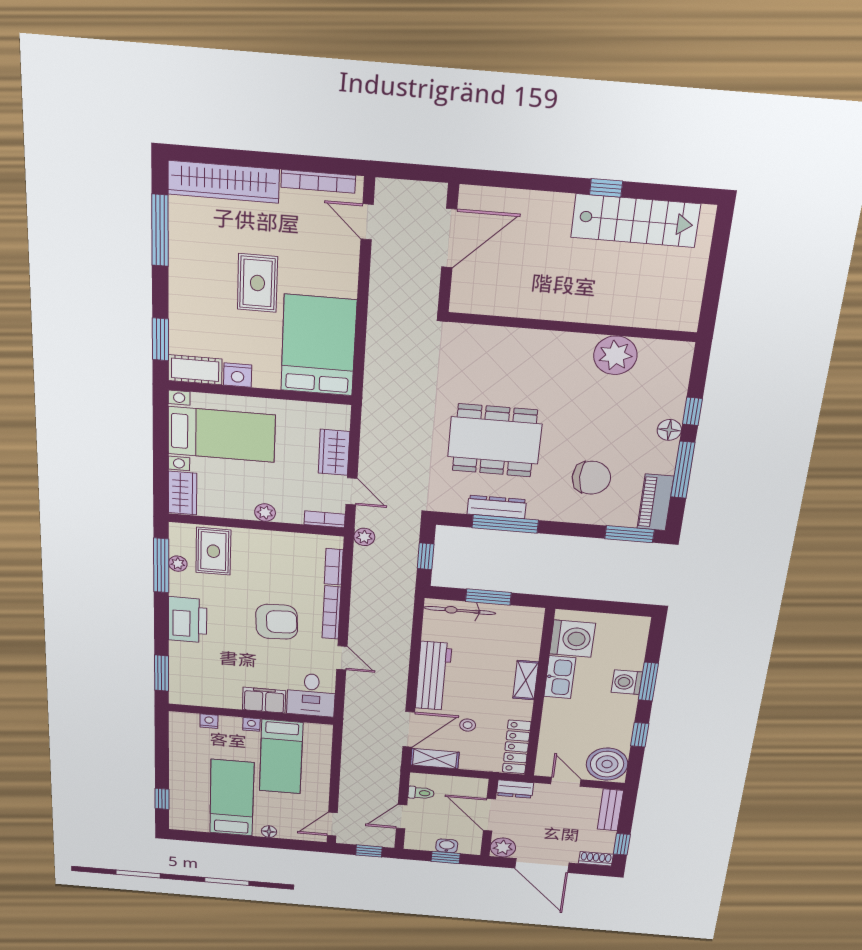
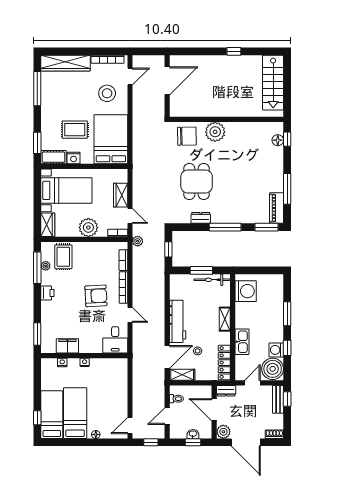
stairs: (636, 221) -> (273, 83), moved, turned 90
door: (367, 222) -> (130, 76), swing flipped
stool: (314, 253) -> (107, 93), added
rug: (257, 283) -> (75, 130), moved, turned 90
plant: (615, 355) -> (215, 132), moved
window: (692, 411) -> (287, 139), moved
floor lamp: (669, 430) -> (278, 140), moved
dining table: (495, 440) -> (197, 181), width x0.73
chair: (591, 478) -> (187, 136), moved
dresser: (497, 507) -> (201, 218), width x0.70
plant: (265, 513) -> (88, 228), width x1.88, depth x1.88
window: (505, 524) -> (225, 227), moved
bicycle: (460, 610) -> (212, 280), moved
printer: (188, 620) -> (47, 293), width x0.53, depth x0.68
kitchen sink: (560, 677) -> (242, 342), moved
washing machine: (627, 682) -> (276, 350), moved
filing cabinet: (264, 700) -> (67, 346), moved
bed: (281, 757) -> (52, 415), moved, turned 180
door: (566, 782) -> (252, 383), hinge flipped
window: (622, 844) -> (287, 399), moved

